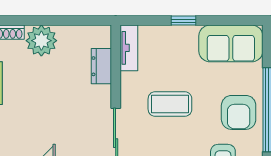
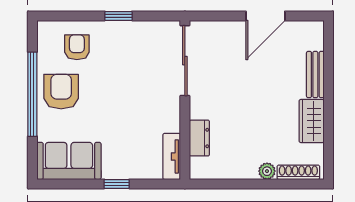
plant: (41, 41) -> (267, 171), width x0.53, depth x0.53
coffee table: (170, 104) -> (130, 100), removed

